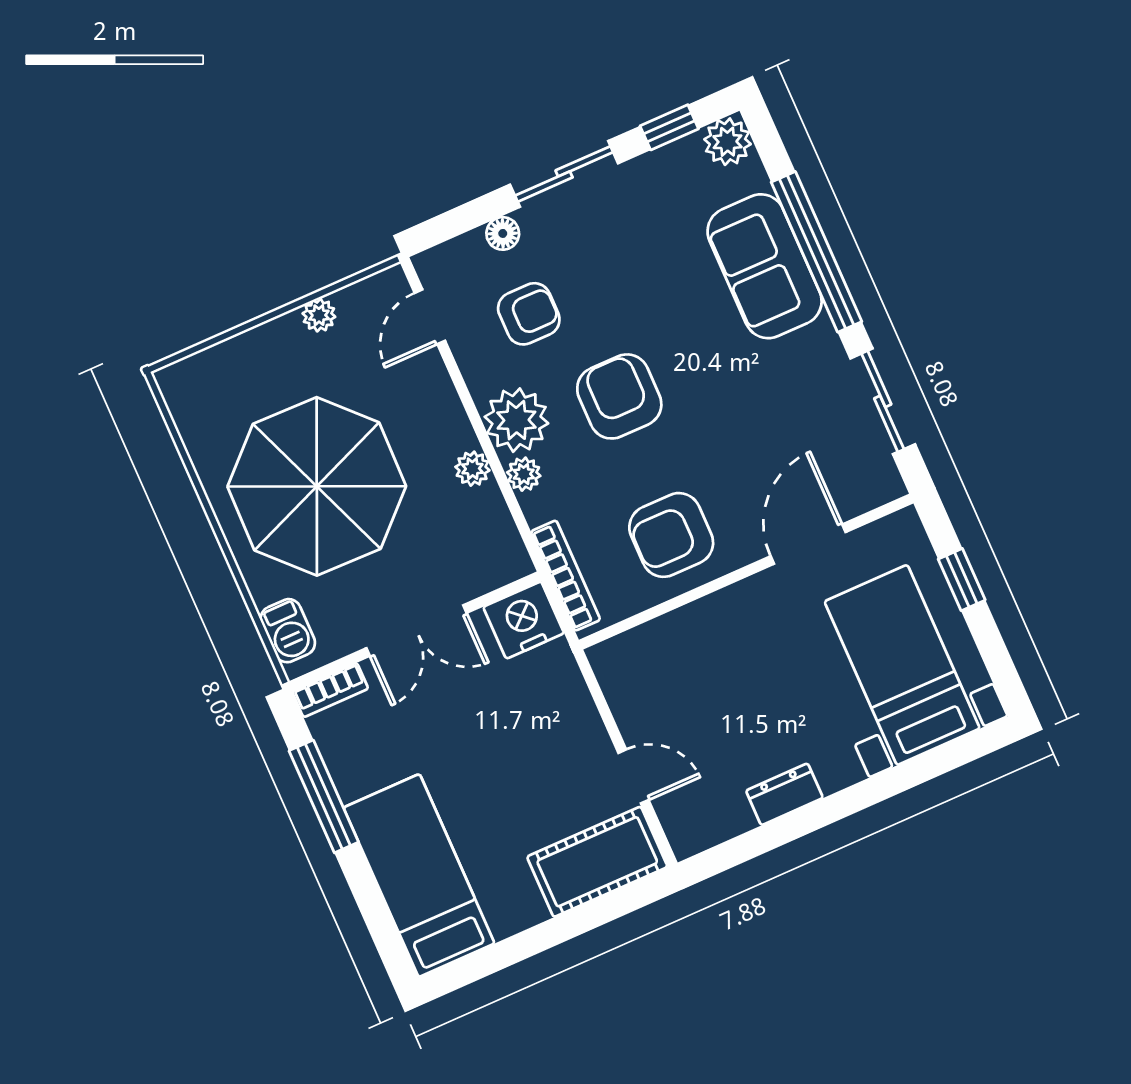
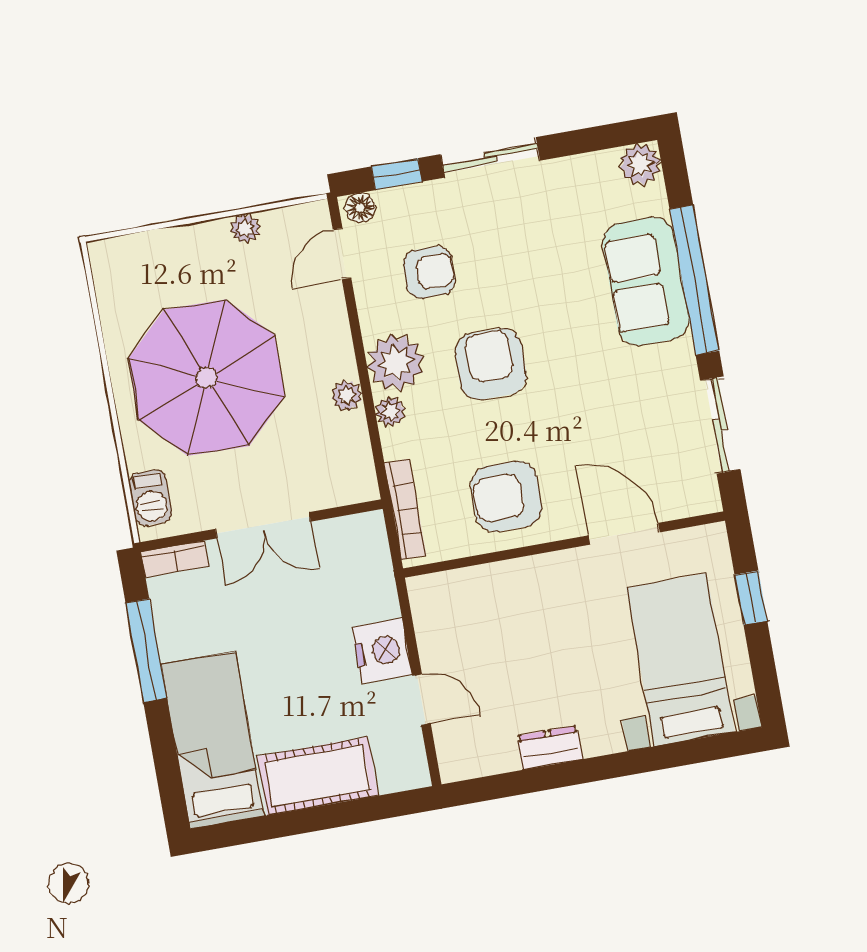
window: (669, 127) -> (397, 174), moved
floor lamp: (503, 233) -> (360, 208), moved
door: (808, 544) -> (624, 534), hinge flipped
nightstand: (524, 620) -> (382, 651), moved, turned 90
cot: (597, 862) -> (318, 776), moved

